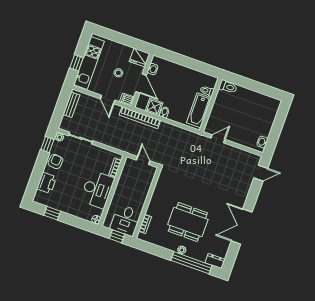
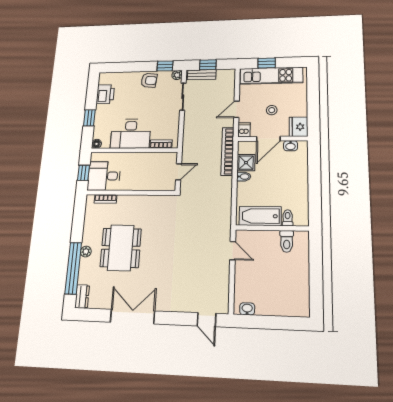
toilet: (228, 87) -> (287, 241), moved
bench: (71, 105) -> (202, 75), moved
window: (60, 109) -> (208, 65), added
printer: (47, 183) -> (105, 94), moved, turned -90
window: (52, 213) -> (89, 118), moved

